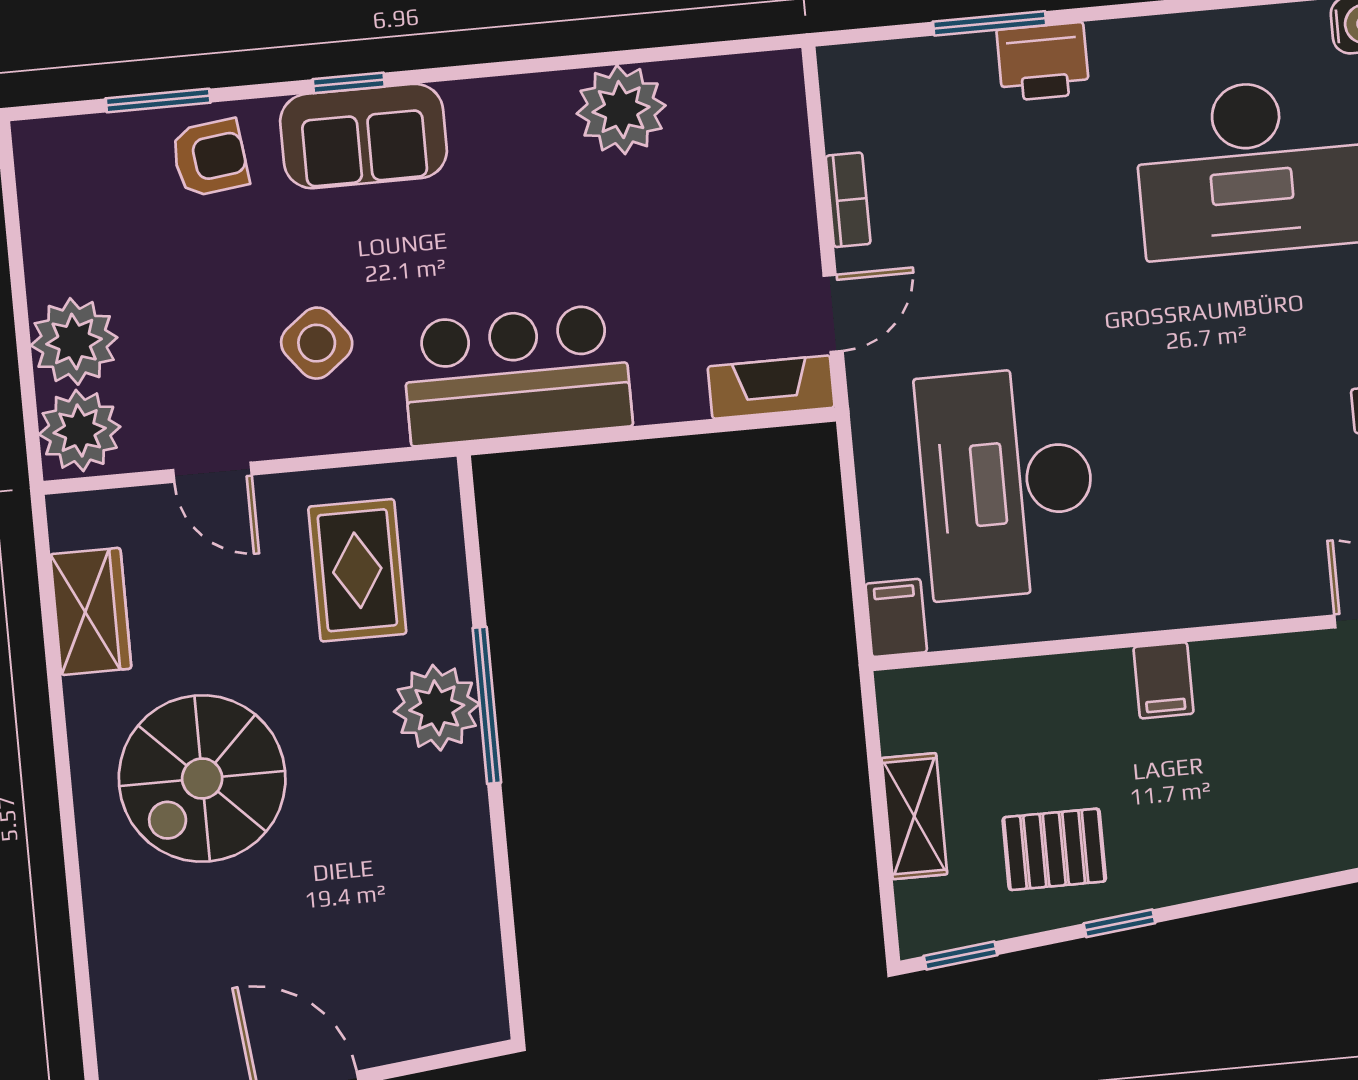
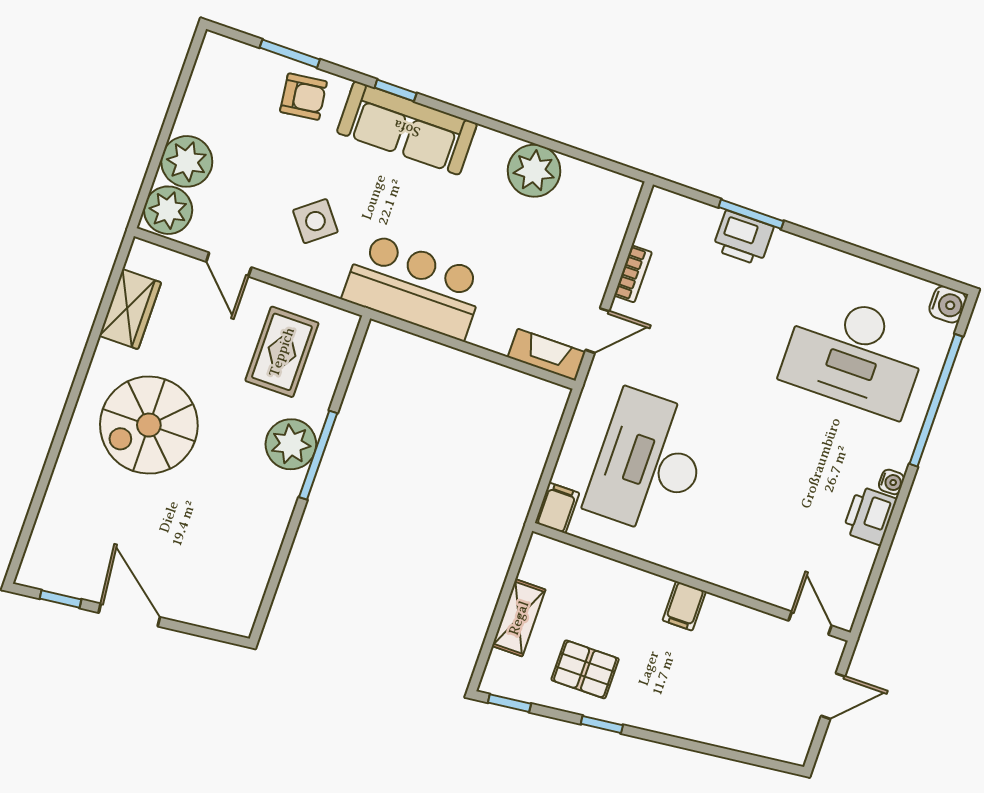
printer: (1043, 62) -> (743, 238), moved
sofa: (364, 136) -> (407, 128), width x1.36

